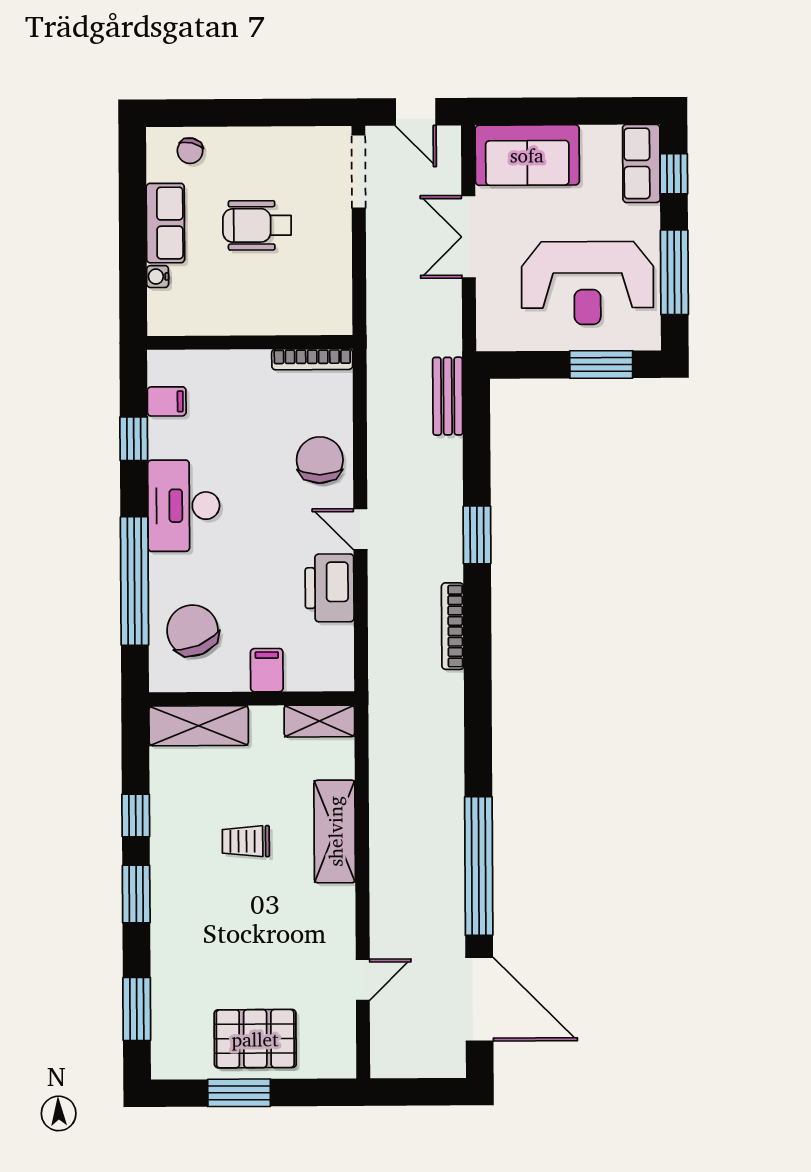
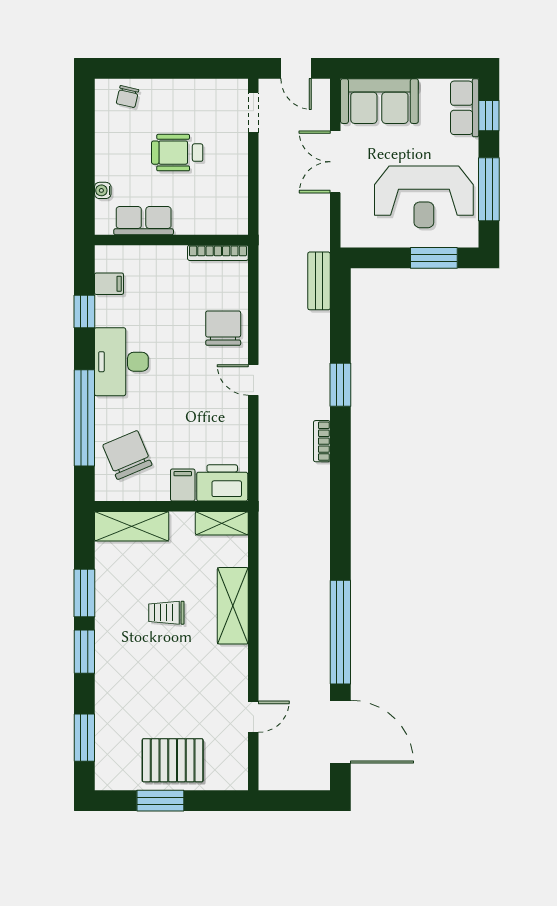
doorway: (359, 171) -> (253, 113), width x0.73
row of seats: (165, 223) -> (144, 221), moved, turned -90
printer: (330, 588) -> (222, 483), moved, turned 90
bookcase: (453, 626) -> (322, 441), width x0.64
window: (136, 815) -> (84, 593), width x1.50

